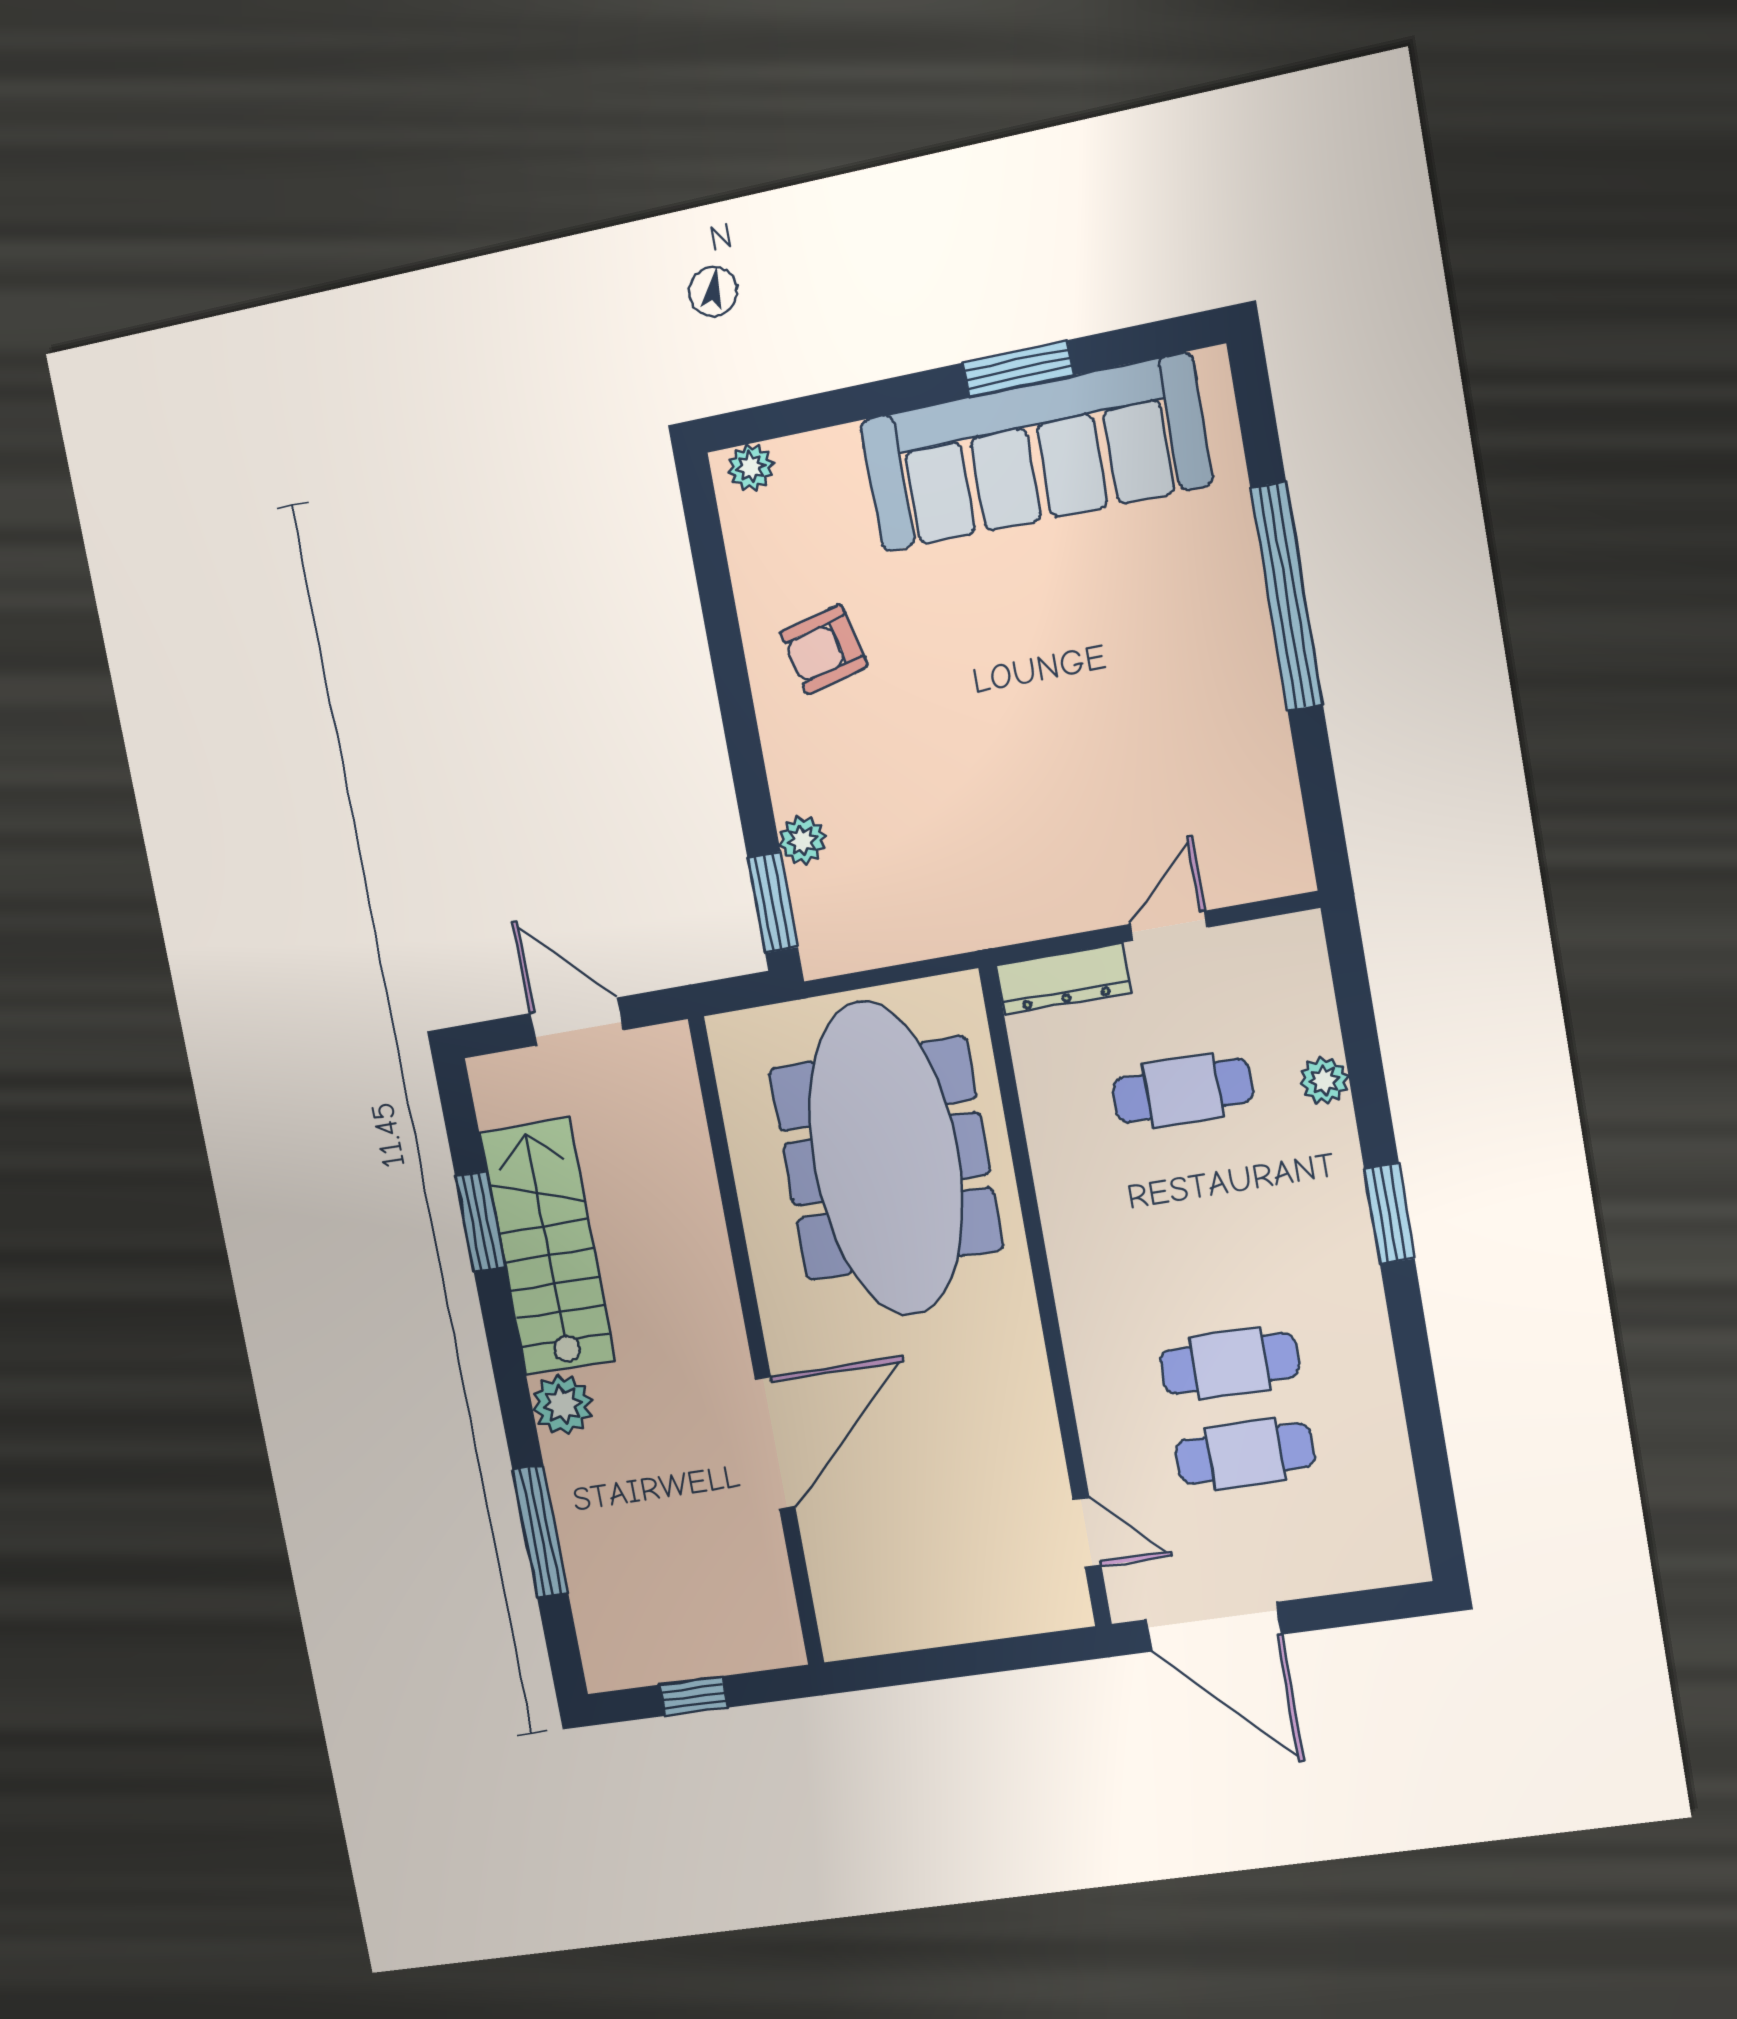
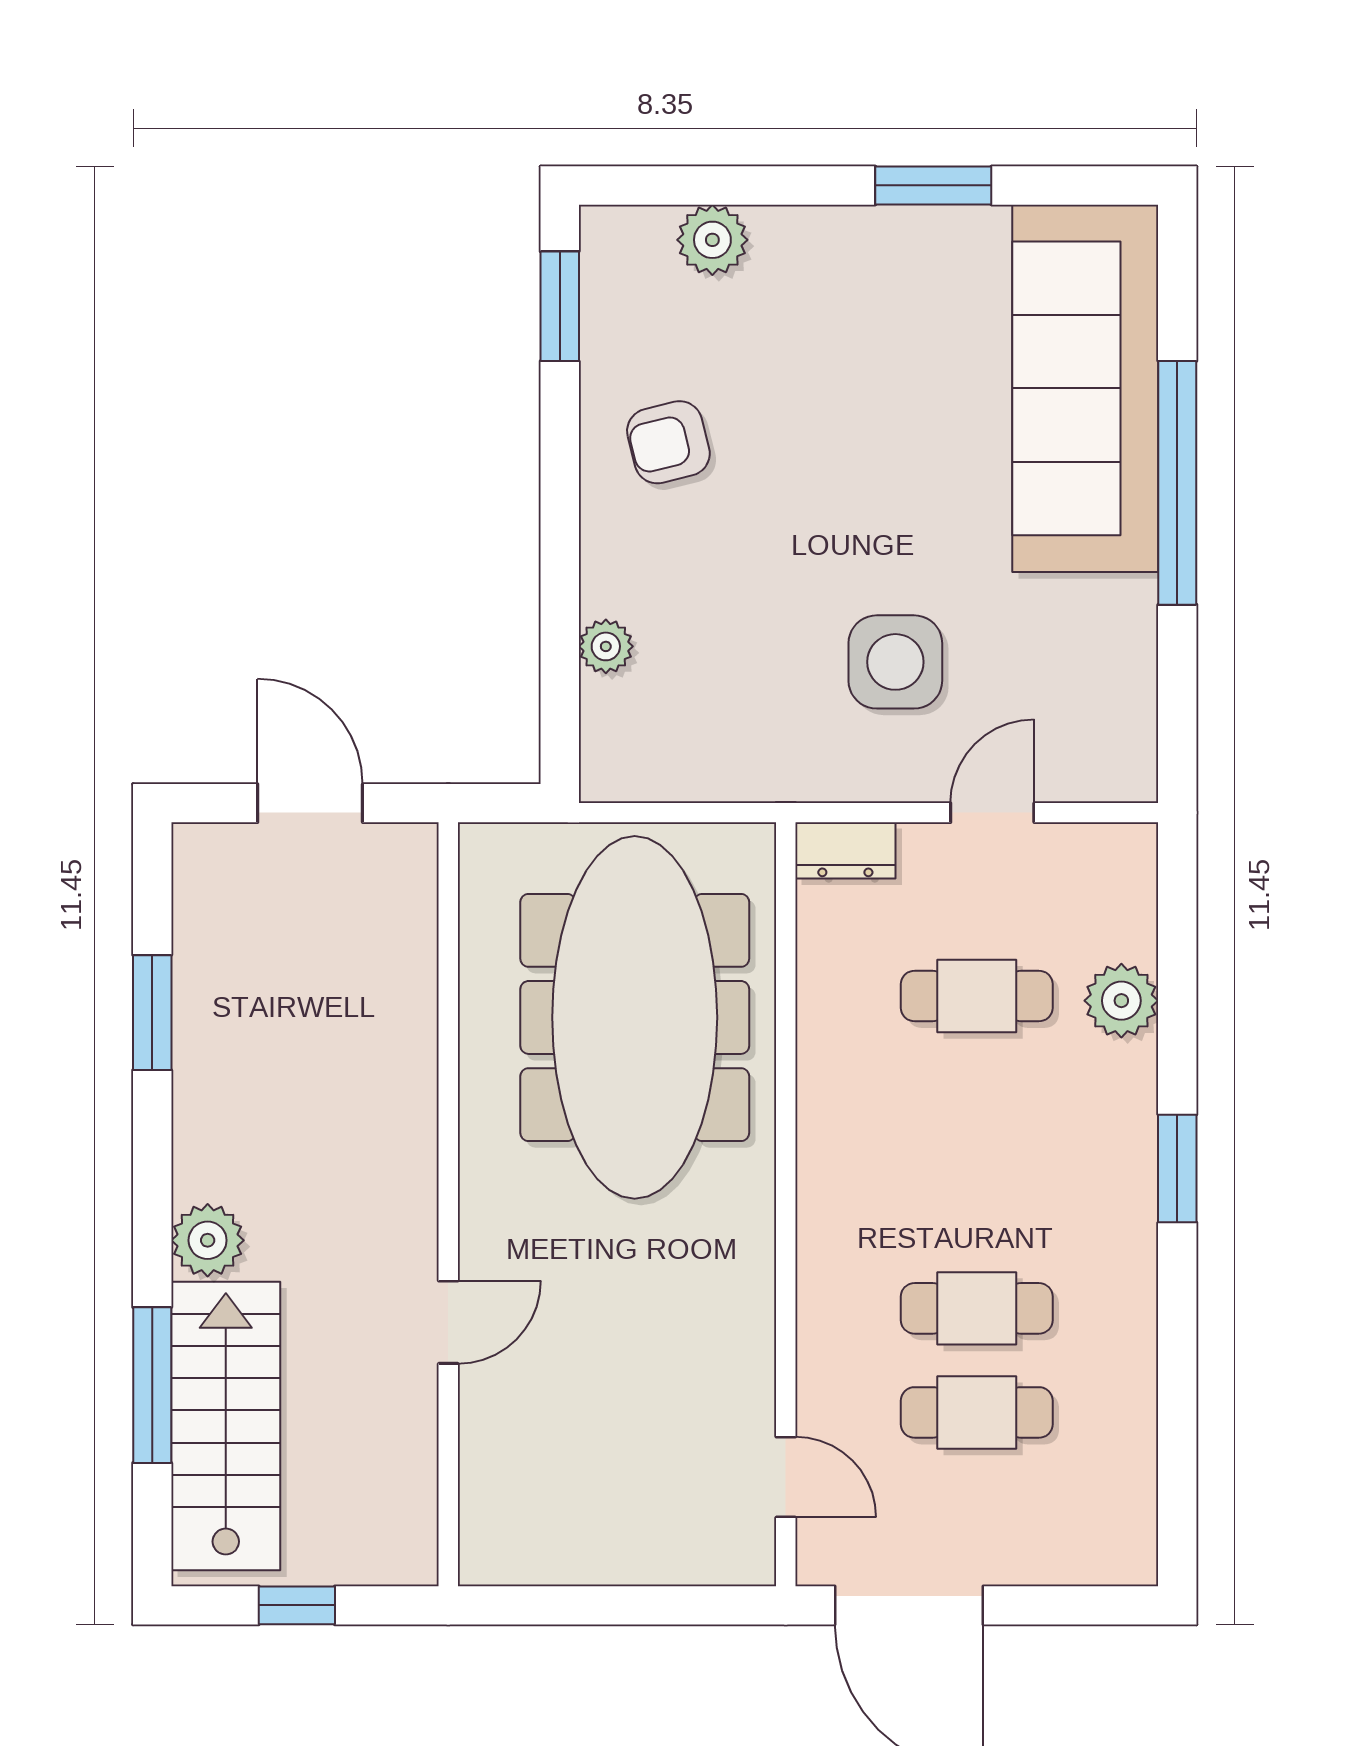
sofa: (1035, 453) -> (1085, 388), moved, turned 90
plant: (751, 467) -> (712, 240), moved, width x1.38, depth x1.38
side table: (1059, 807) -> (895, 662), added
window: (773, 902) -> (560, 306), moved
dresser: (1063, 979) -> (845, 850), width x0.70
plant: (1324, 1081) -> (1121, 1001), width x1.38, depth x1.38
stairs: (547, 1247) -> (226, 1426), moved
door: (775, 1443) -> (448, 1322), width x0.53

